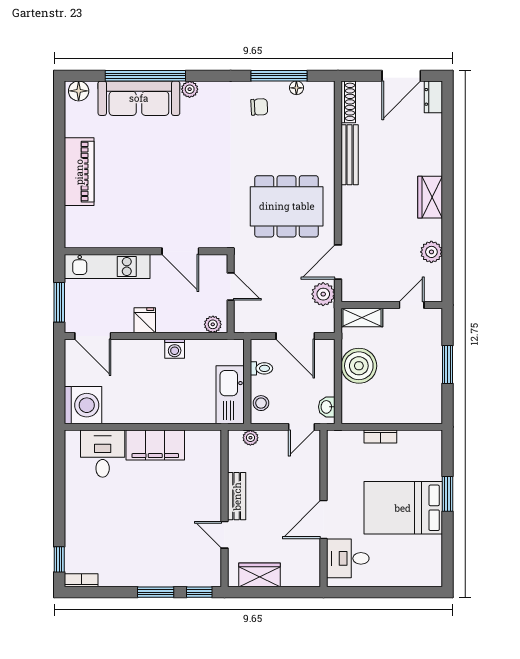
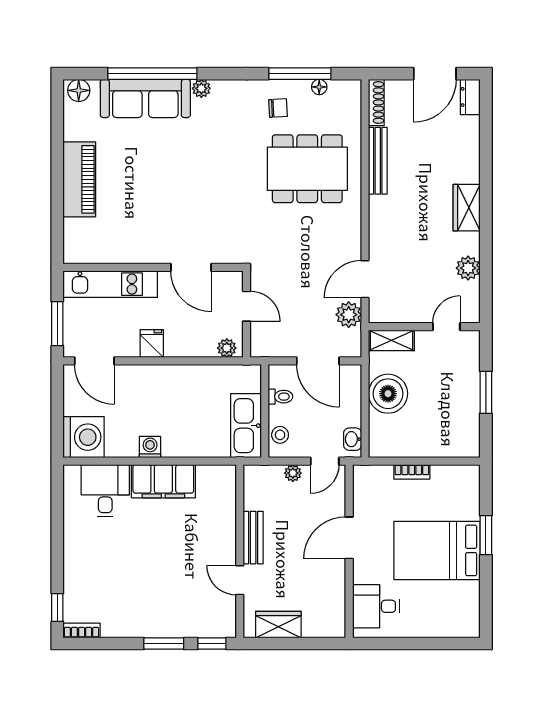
dining table: (287, 206) -> (307, 169), moved
washing machine: (175, 349) -> (150, 447), moved, turned 180
plant: (250, 438) -> (293, 473), moved
door: (324, 519) -> (349, 538), moved

